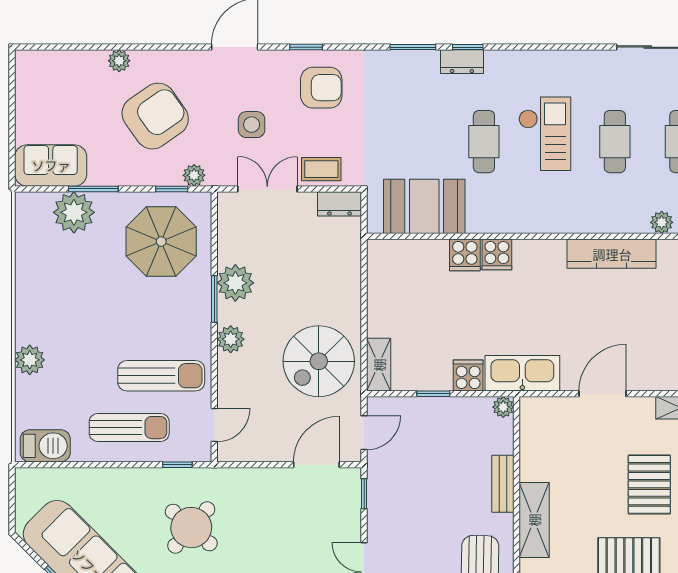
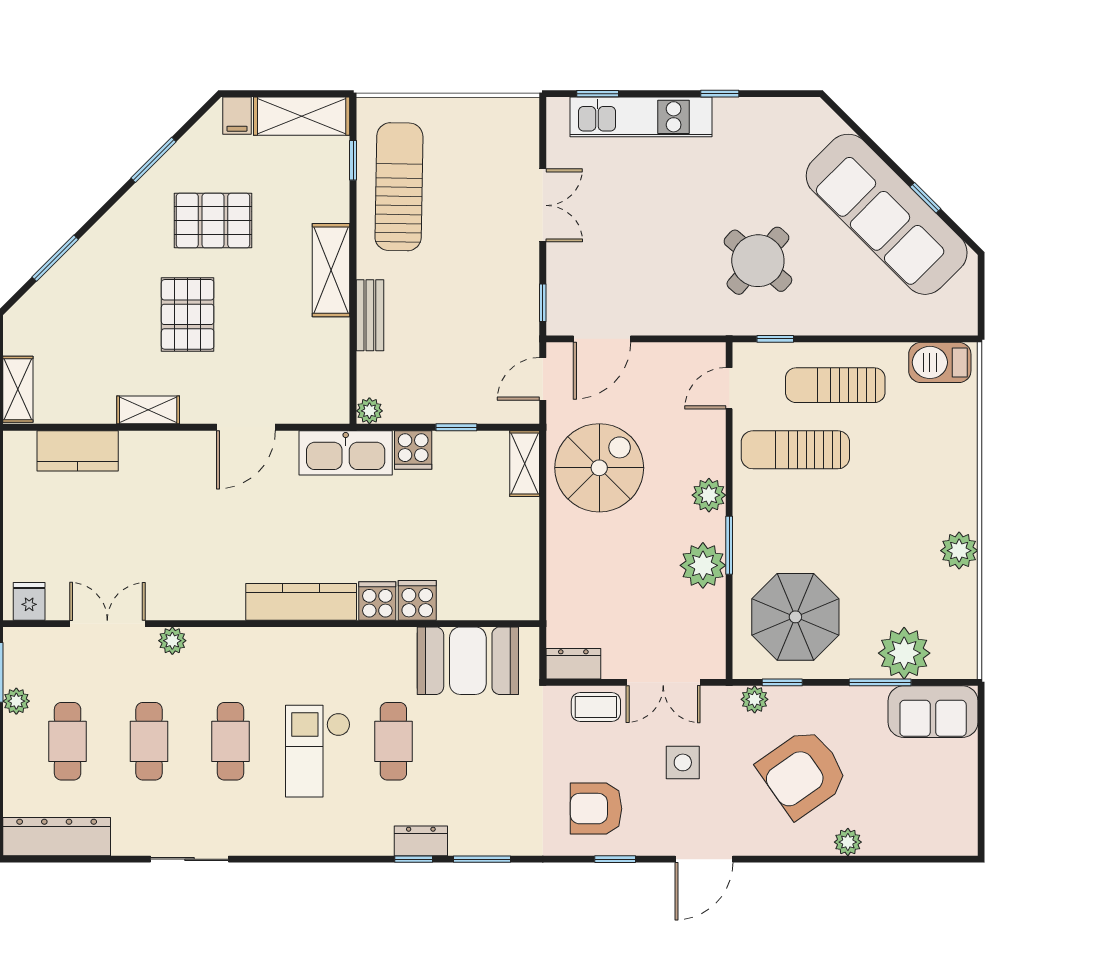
kitchen counter: (612, 254) -> (301, 602), moved
plant: (30, 360) -> (959, 551), moved

